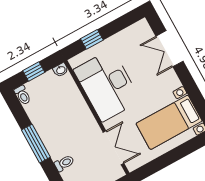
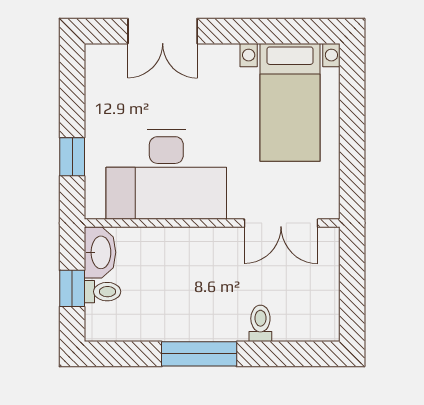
washbasin: (61, 70) -> (100, 252), width x1.91, depth x1.45
toilet: (23, 95) -> (102, 292), moved
double door: (114, 148) -> (281, 223), swing flipped

